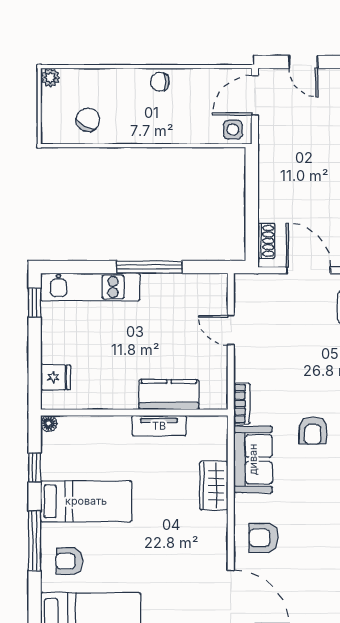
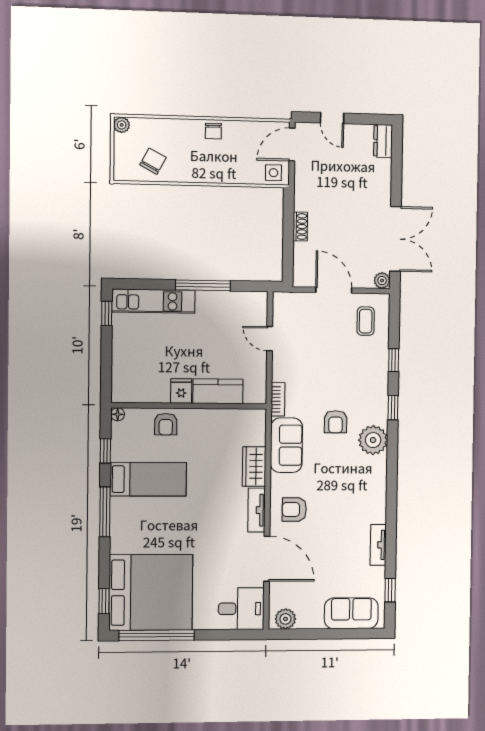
chair: (160, 82) -> (213, 131), turned -90
shoe rack: (266, 241) -> (300, 227), moved
fridge: (56, 377) -> (181, 391), moved, turned -90
tv unit: (159, 426) -> (257, 510), moved, turned 90
armchair: (69, 561) -> (166, 424), moved, turned -90

